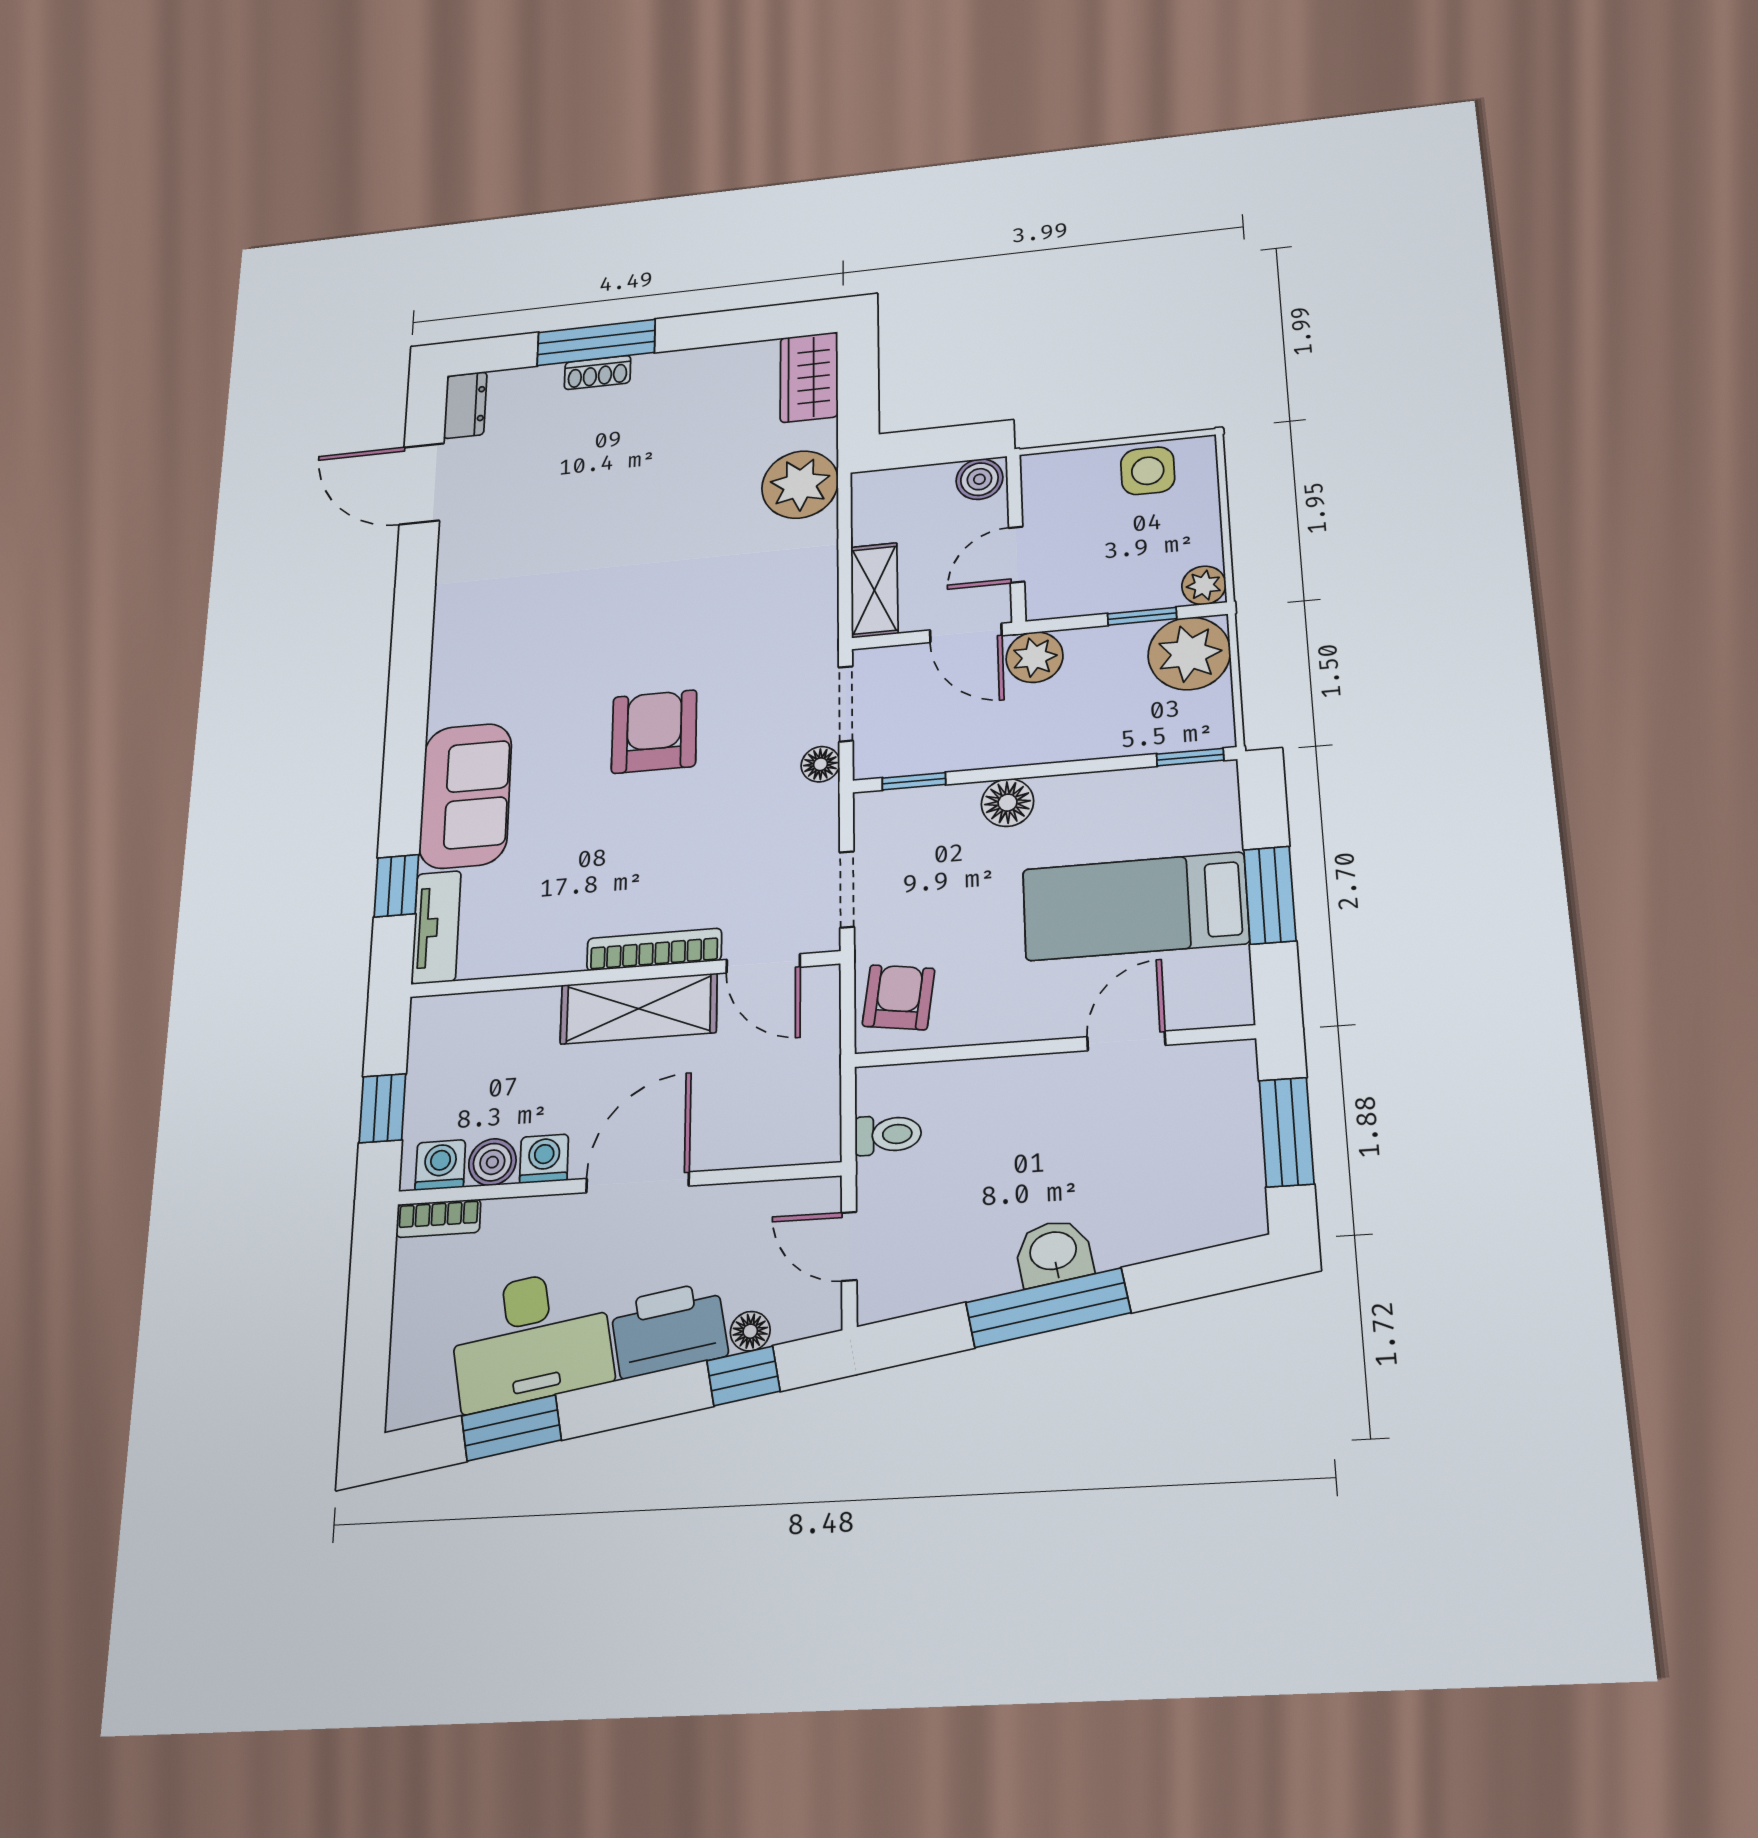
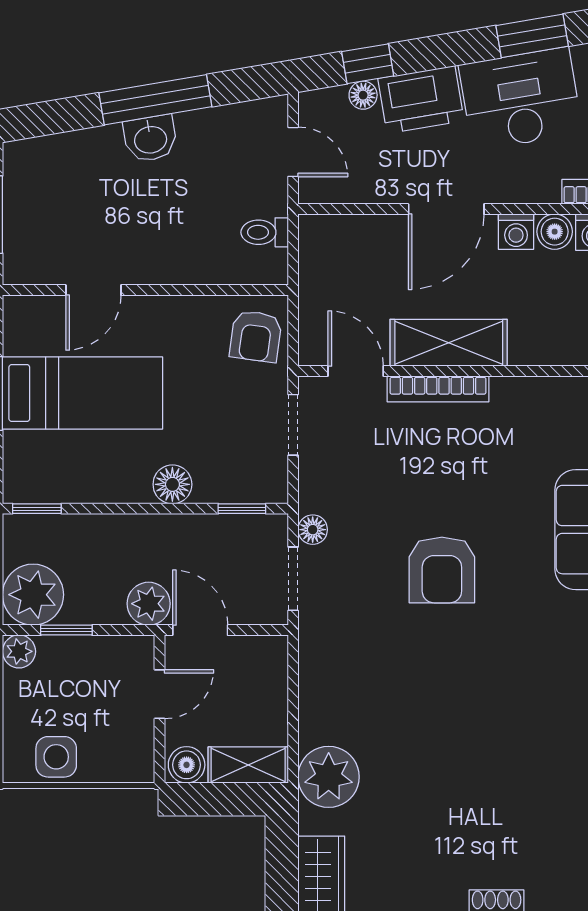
shelving: (874, 590) -> (248, 765), moved, turned 90

